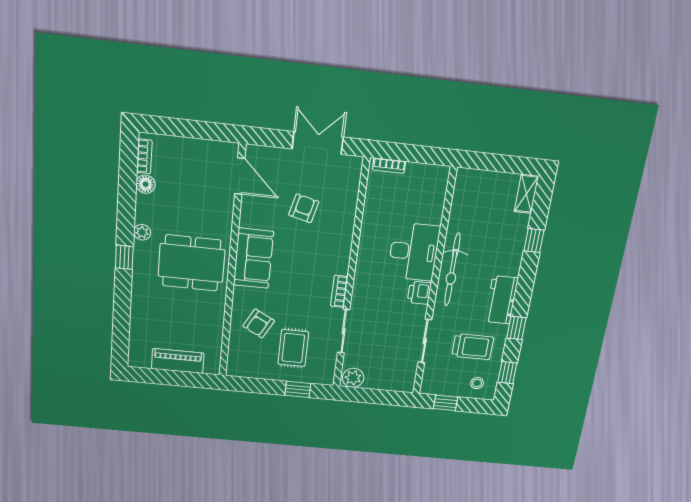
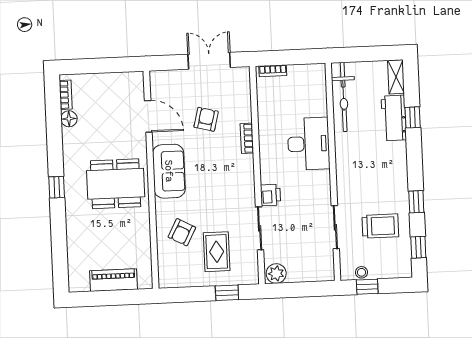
door: (240, 176) -> (148, 116), moved
plant: (142, 232) -> (70, 162), removed
bicycle: (452, 270) -> (344, 97), moved
bookcase: (339, 291) -> (247, 138), moved
printer: (419, 293) -> (270, 195), moved, turned 180
workbench: (501, 300) -> (394, 118), moved
stool: (477, 383) -> (362, 272), moved

